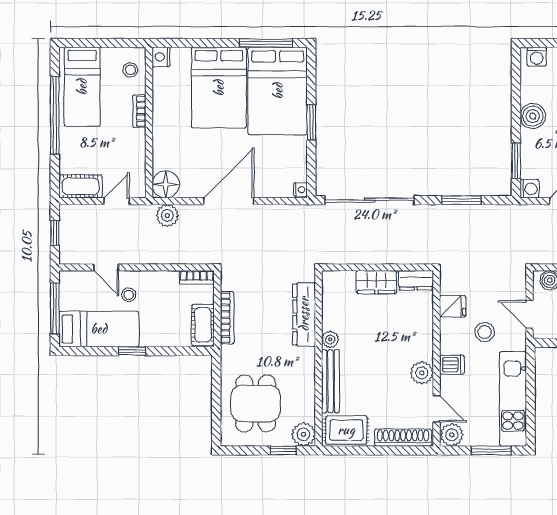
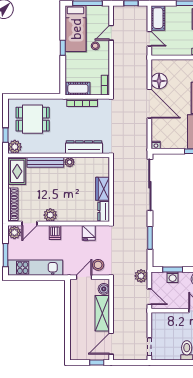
floor lamp: (166, 184) -> (159, 81), moved
washing machine: (529, 189) -> (173, 277), moved
plant: (167, 216) -> (141, 276), moved
stool: (485, 332) -> (98, 265), moved

